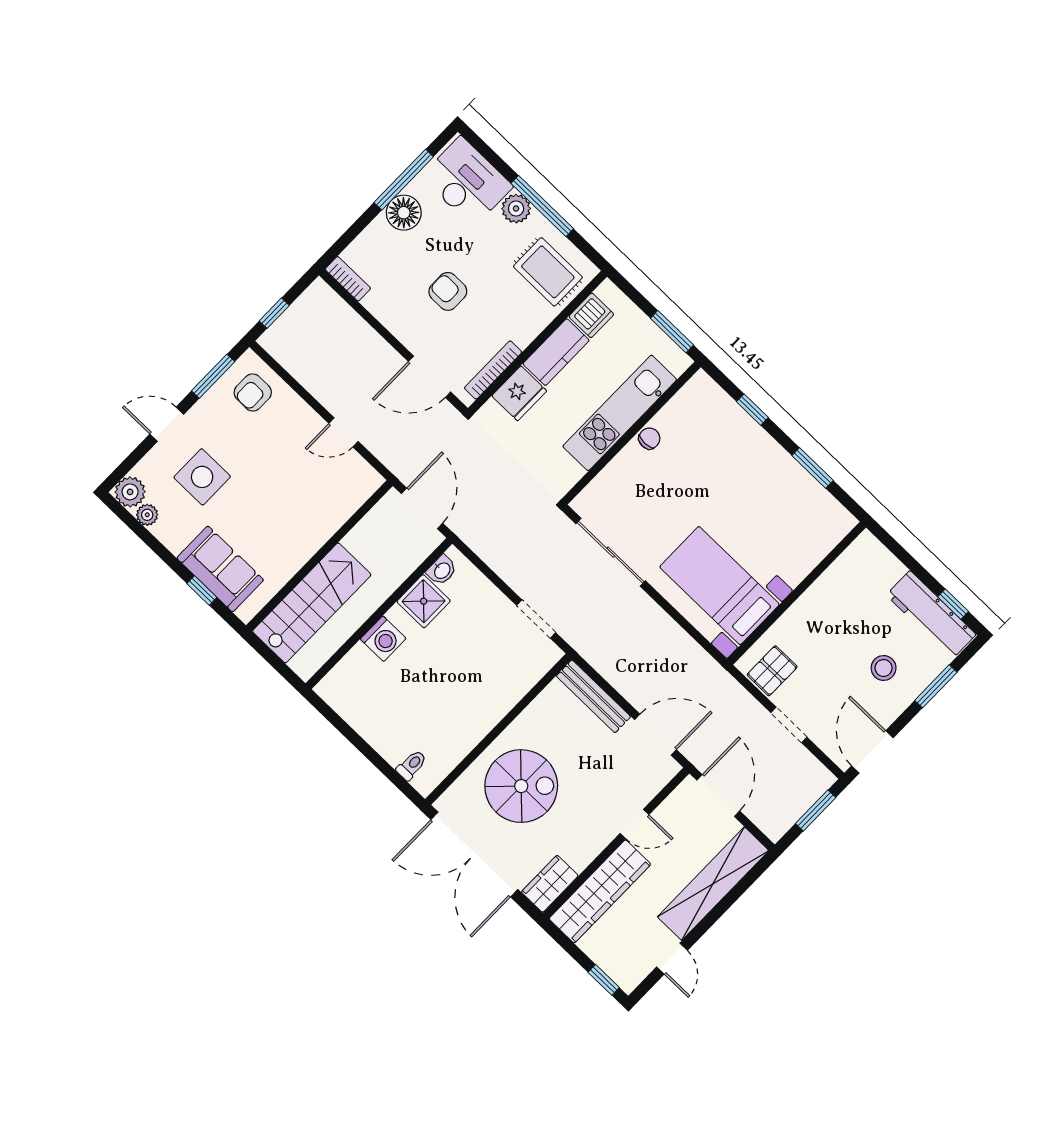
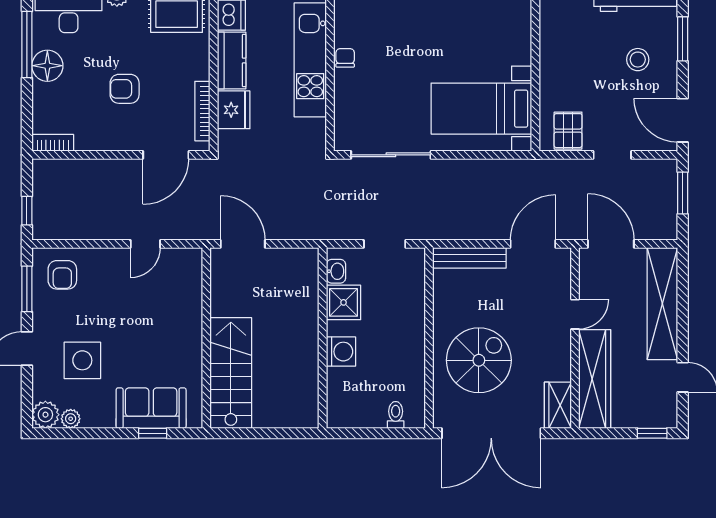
washbasin: (442, 570) -> (336, 271), moved
shower: (424, 601) -> (344, 302), moved
wall: (379, 613) -> (323, 338), moved
washing machine: (383, 639) -> (341, 352), moved

